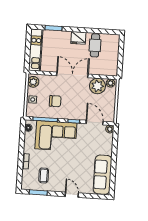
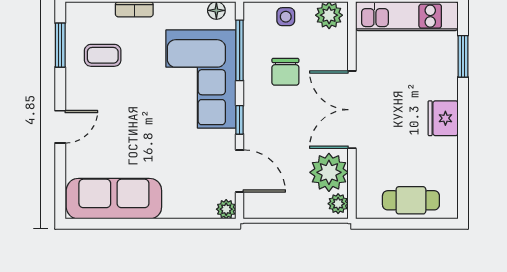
cafe table: (95, 45) -> (411, 200), moved
double door: (72, 75) -> (352, 110), swing flipped
door: (95, 123) -> (240, 171), hinge flipped

